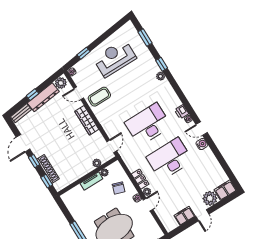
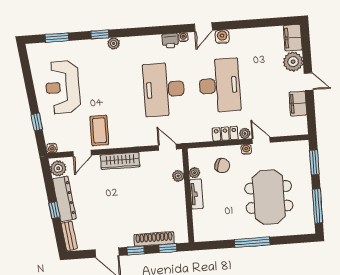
desk: (170, 159) -> (220, 85), turned 180

